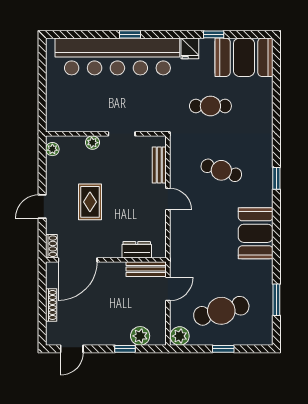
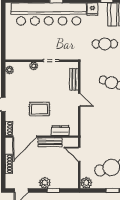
rug: (90, 202) -> (39, 109), moved, turned 90
bench: (146, 269) -> (50, 142), moved
door: (168, 289) -> (79, 154), swing flipped
plant: (140, 336) -> (45, 183), moved

